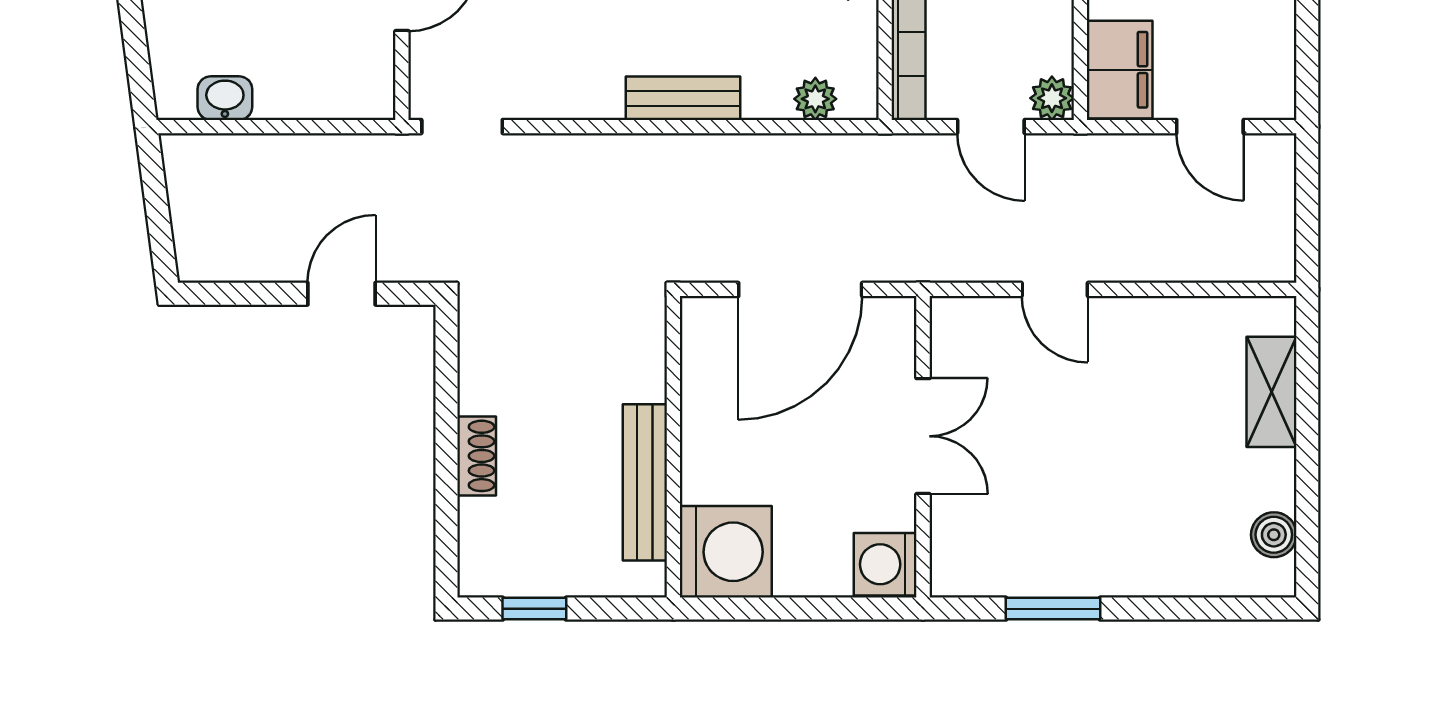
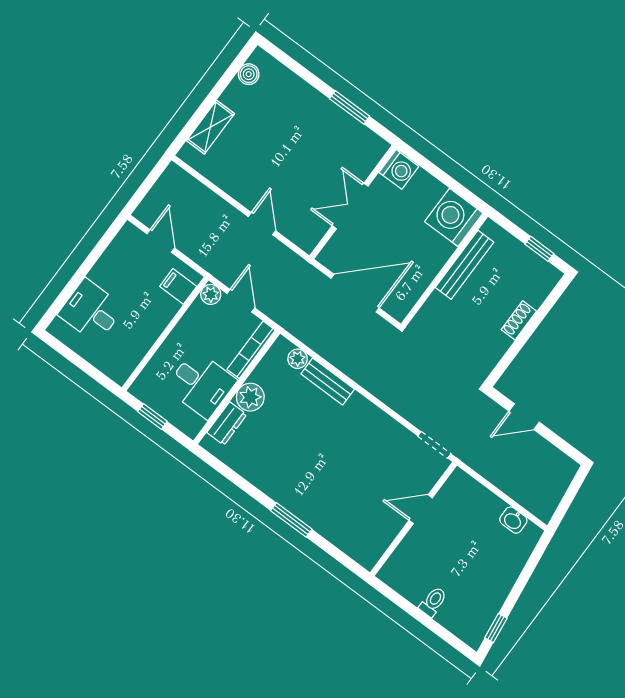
filing cabinet: (1120, 70) -> (178, 286), width x0.50
bench: (683, 98) -> (328, 382), moved

